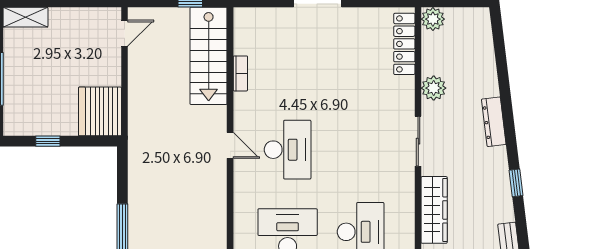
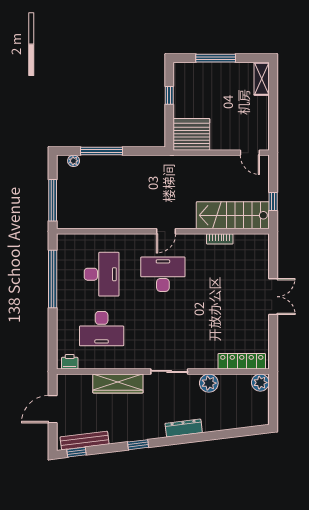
desk: (288, 150) -> (163, 274), turned 180

